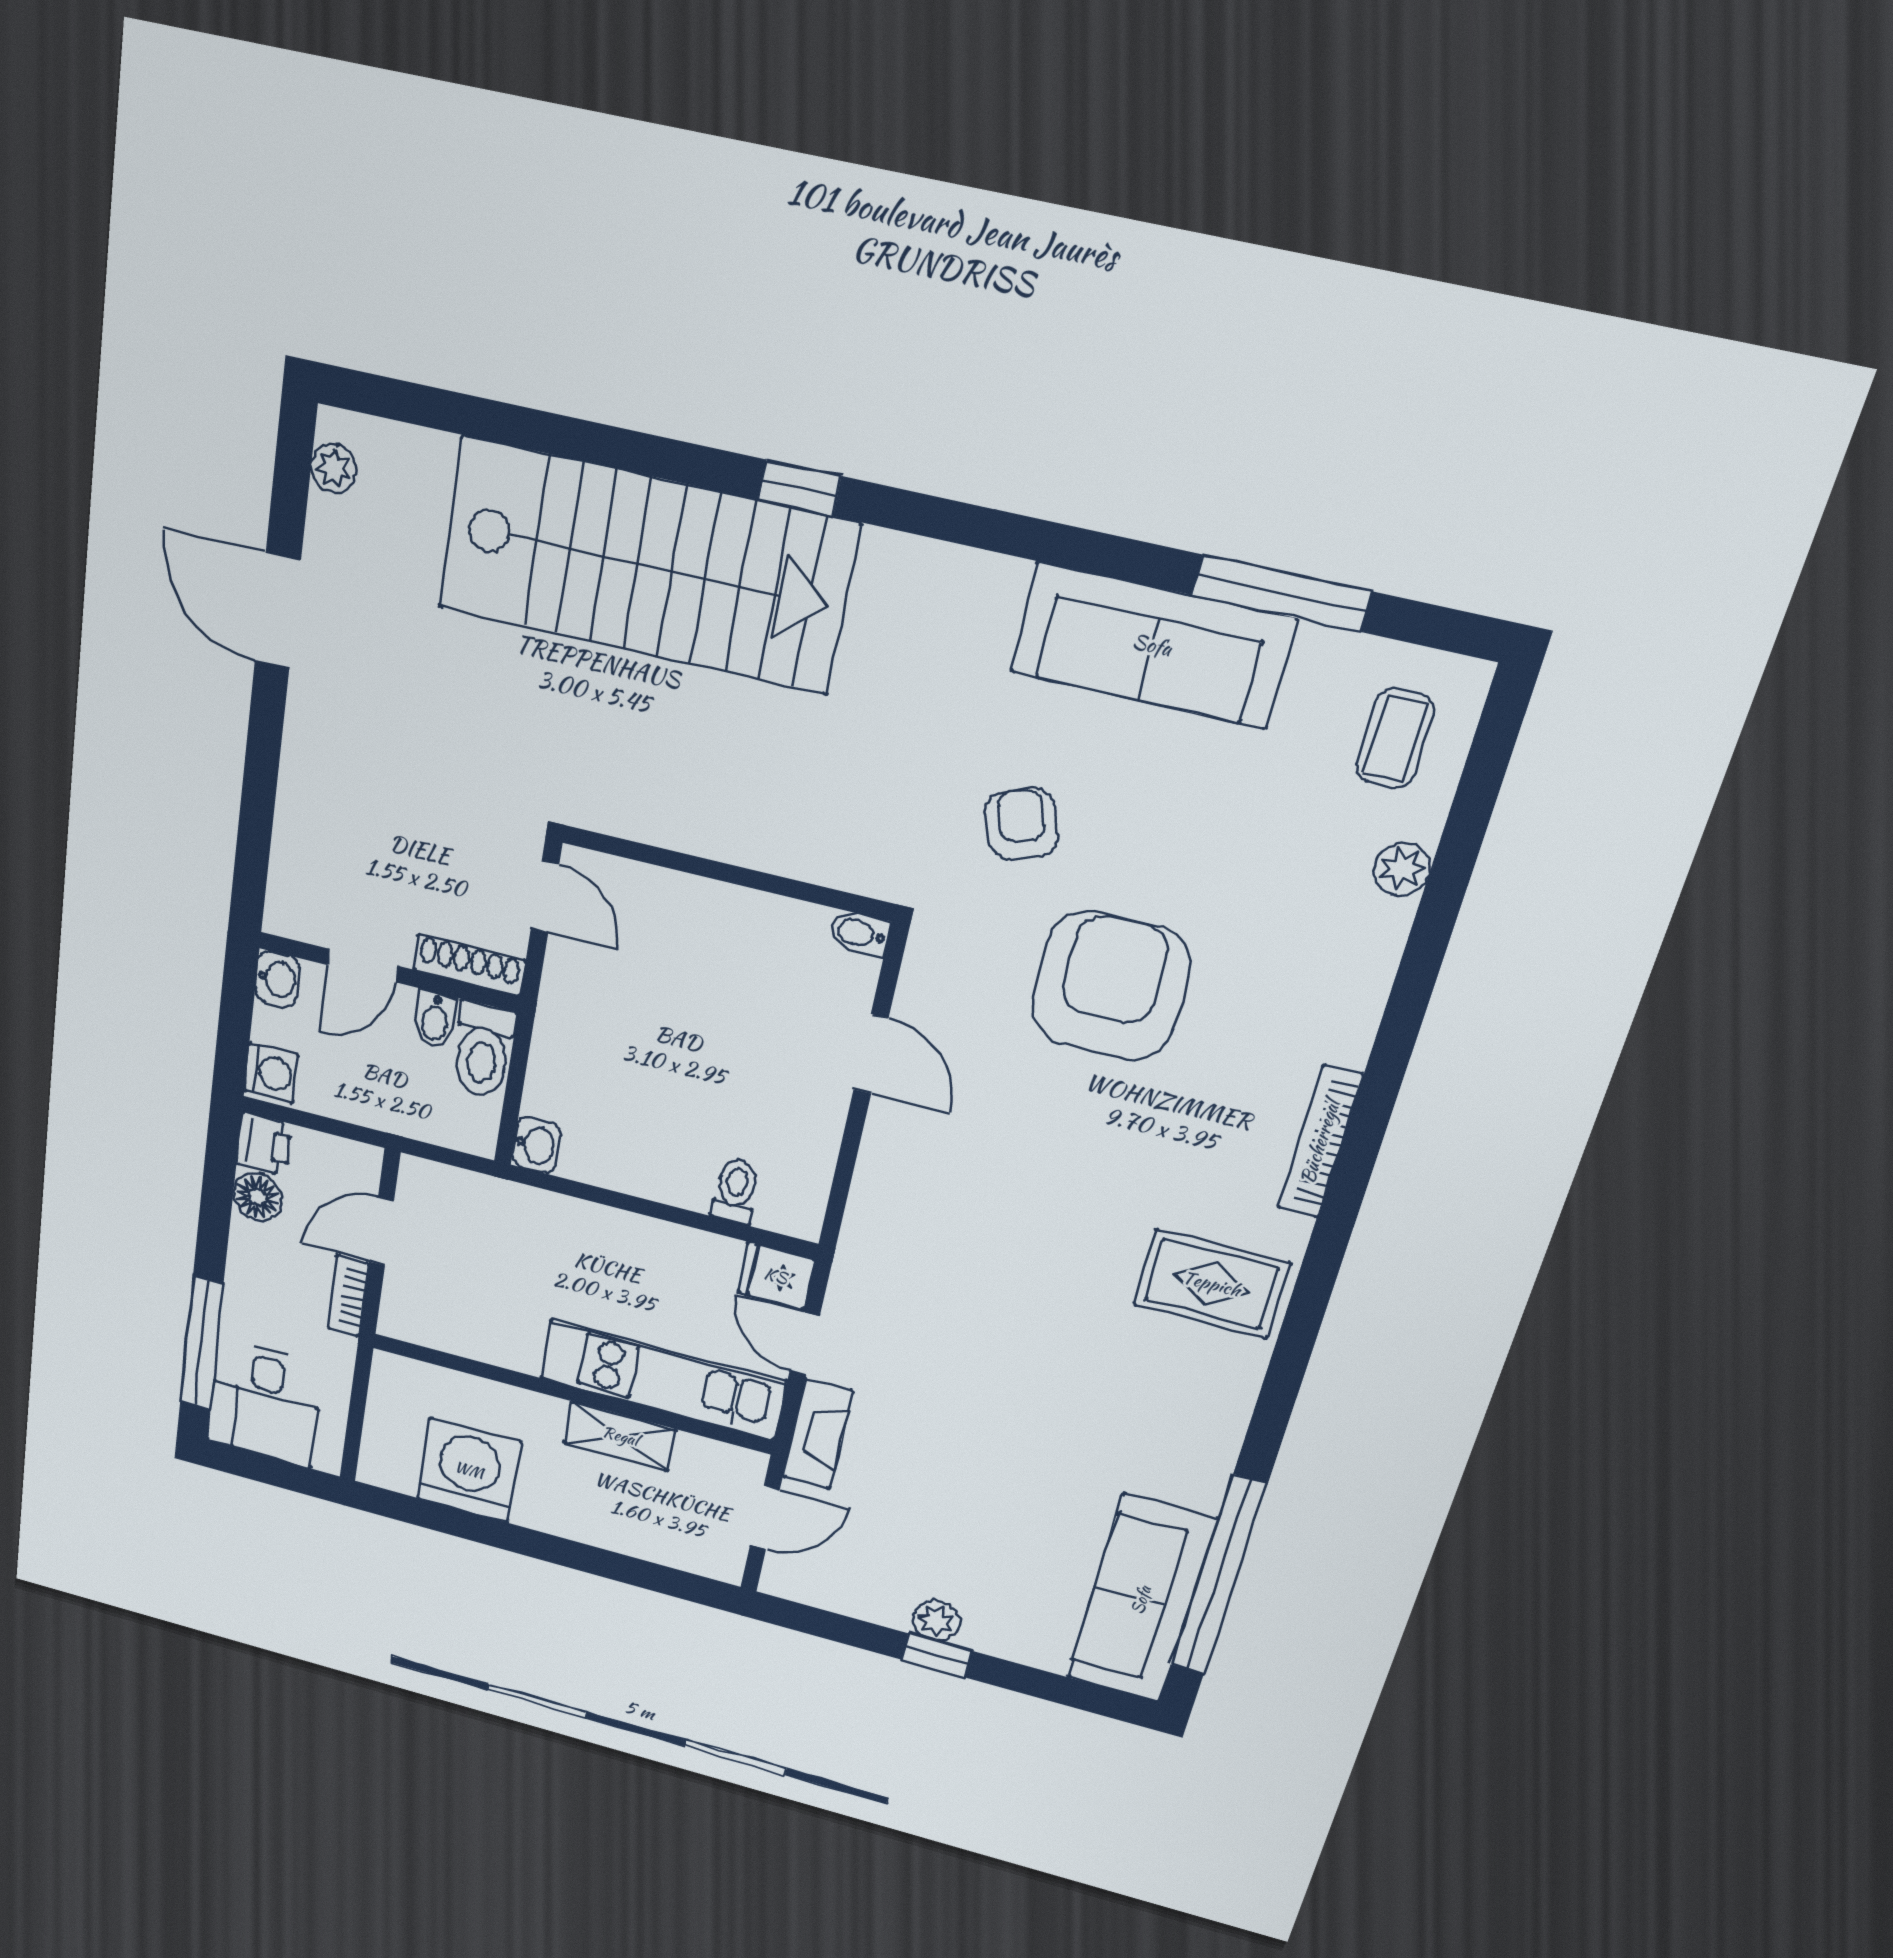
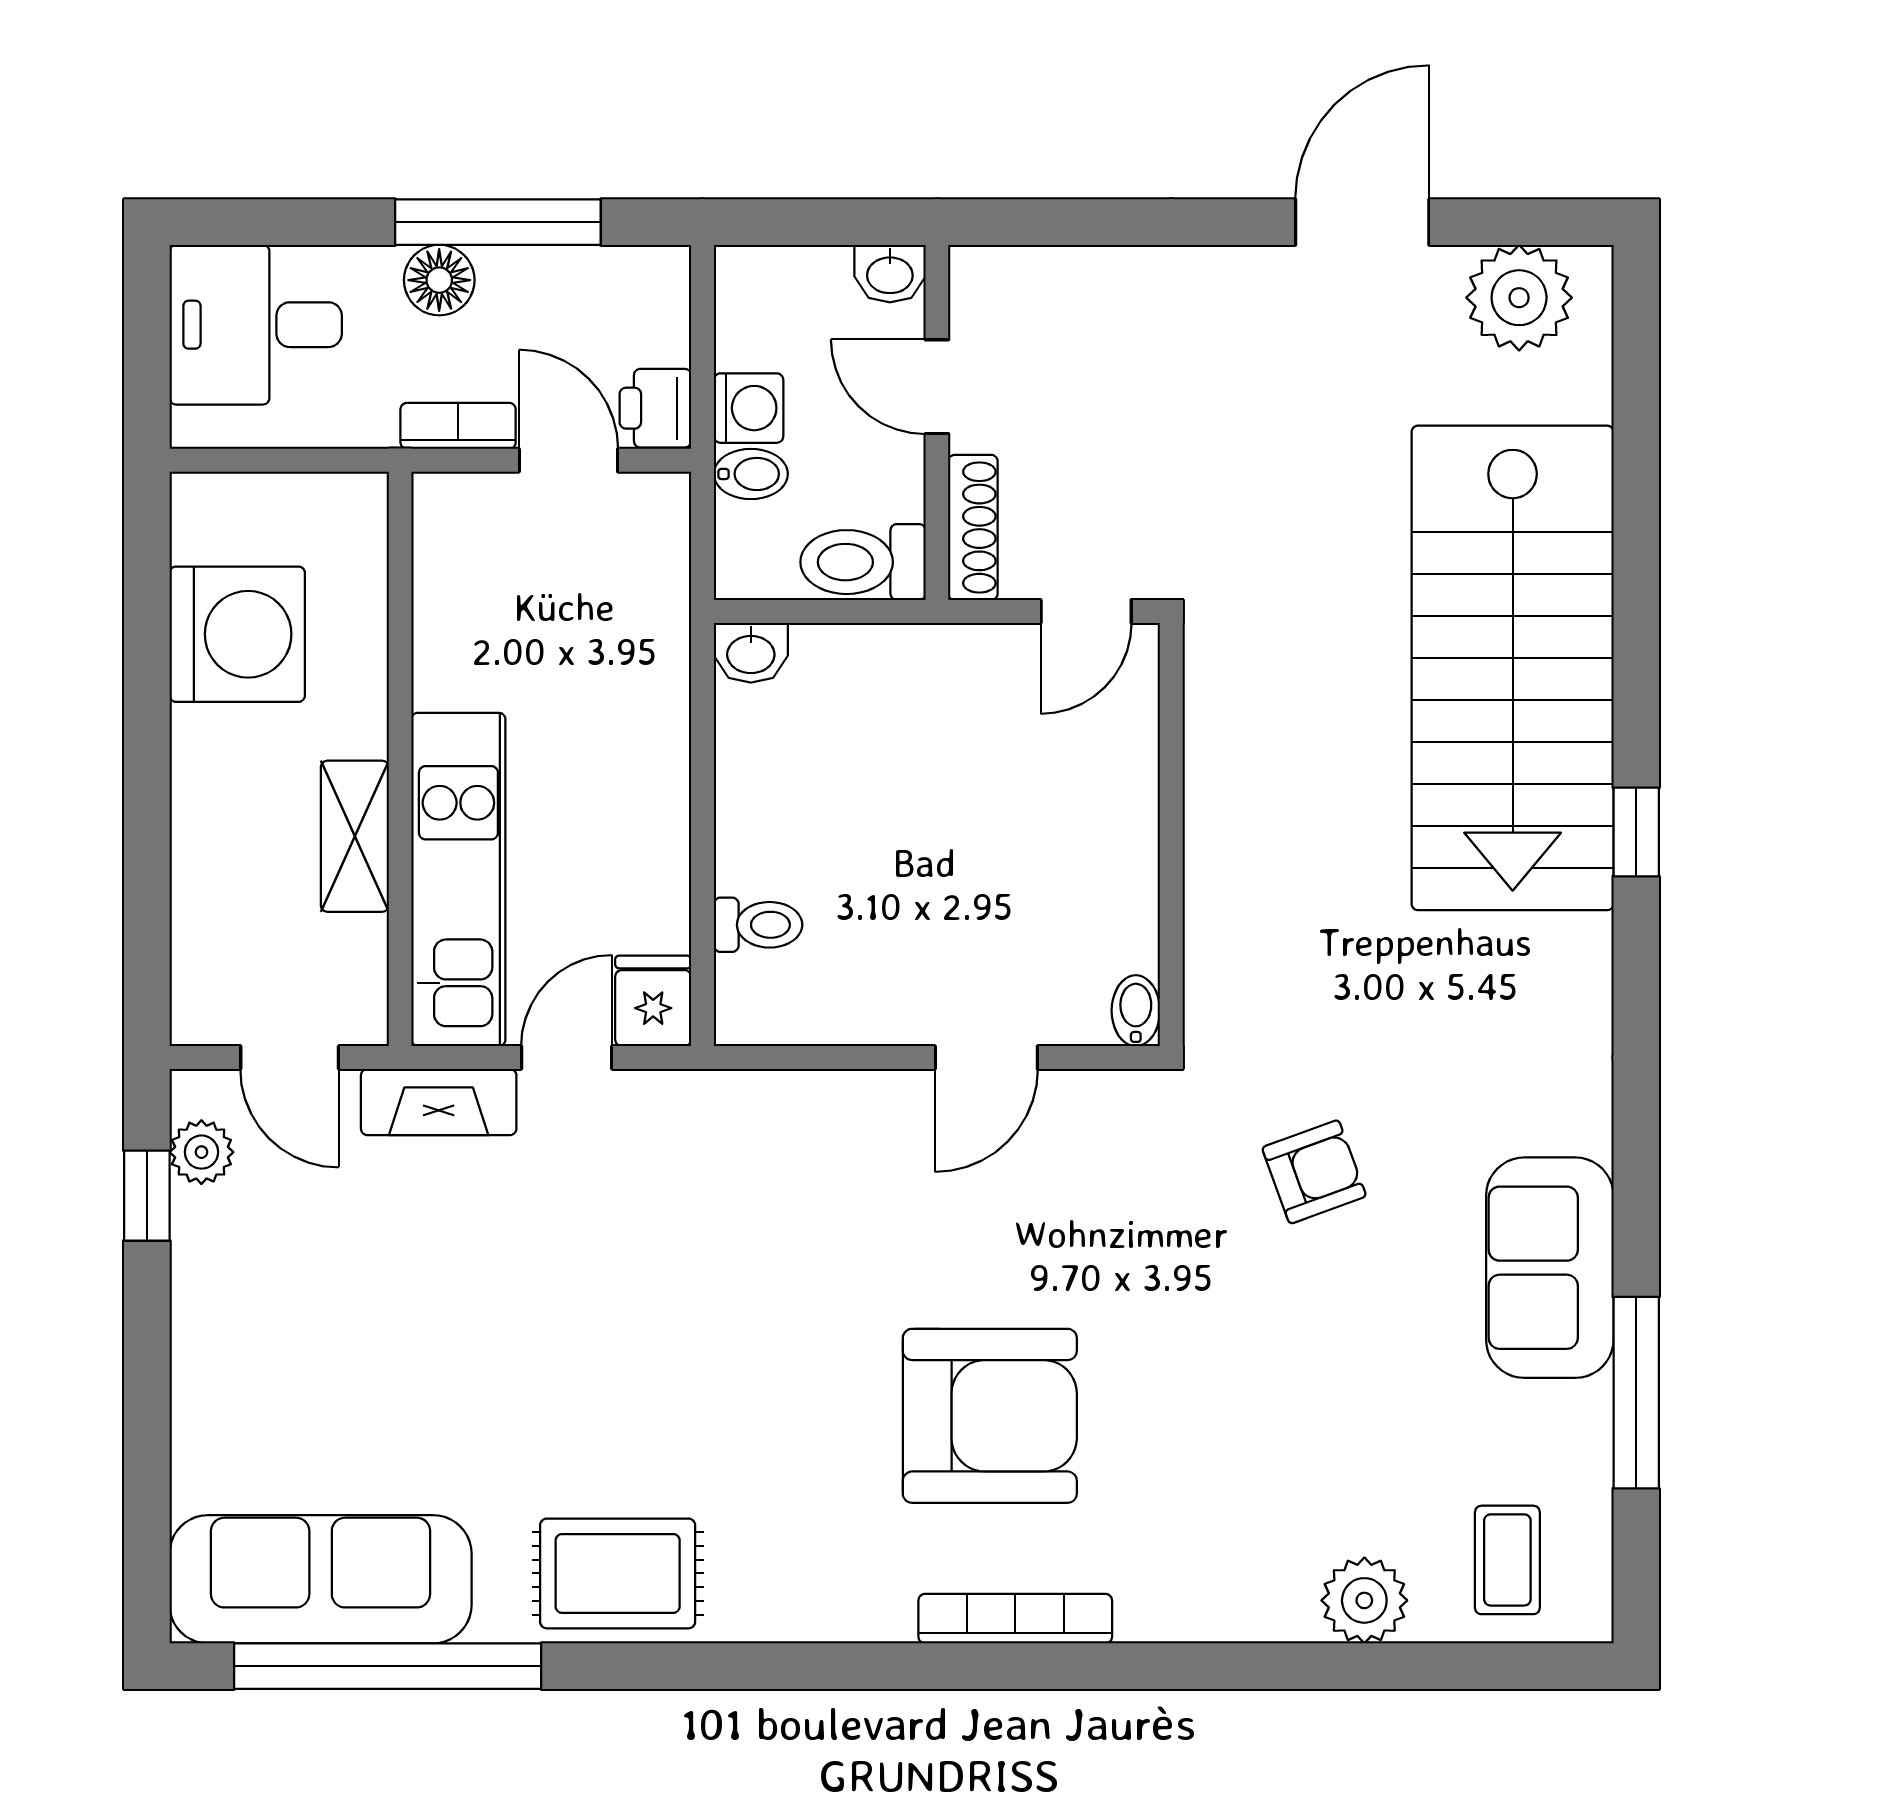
plant: (333, 468) -> (1519, 298), width x1.87, depth x1.87
sofa: (1152, 645) -> (1550, 1268), width x0.73
coffee table: (1395, 738) -> (1507, 1560), turned 90
plant: (1402, 869) -> (1364, 1600), width x1.38, depth x1.38
armchair: (1111, 986) -> (990, 1416), moved
bidet: (435, 1019) -> (751, 474), moved, turned 180
washing machine: (271, 1073) -> (749, 408), moved, turned -90
printer: (264, 1144) -> (655, 408), moved, turned 90
floor lamp: (257, 1197) -> (439, 280), moved
rug: (1211, 1284) -> (618, 1573), moved, turned 90
window: (202, 1343) -> (498, 222), moved
plant: (936, 1621) -> (201, 1152), moved
window: (936, 1655) -> (147, 1196), moved

